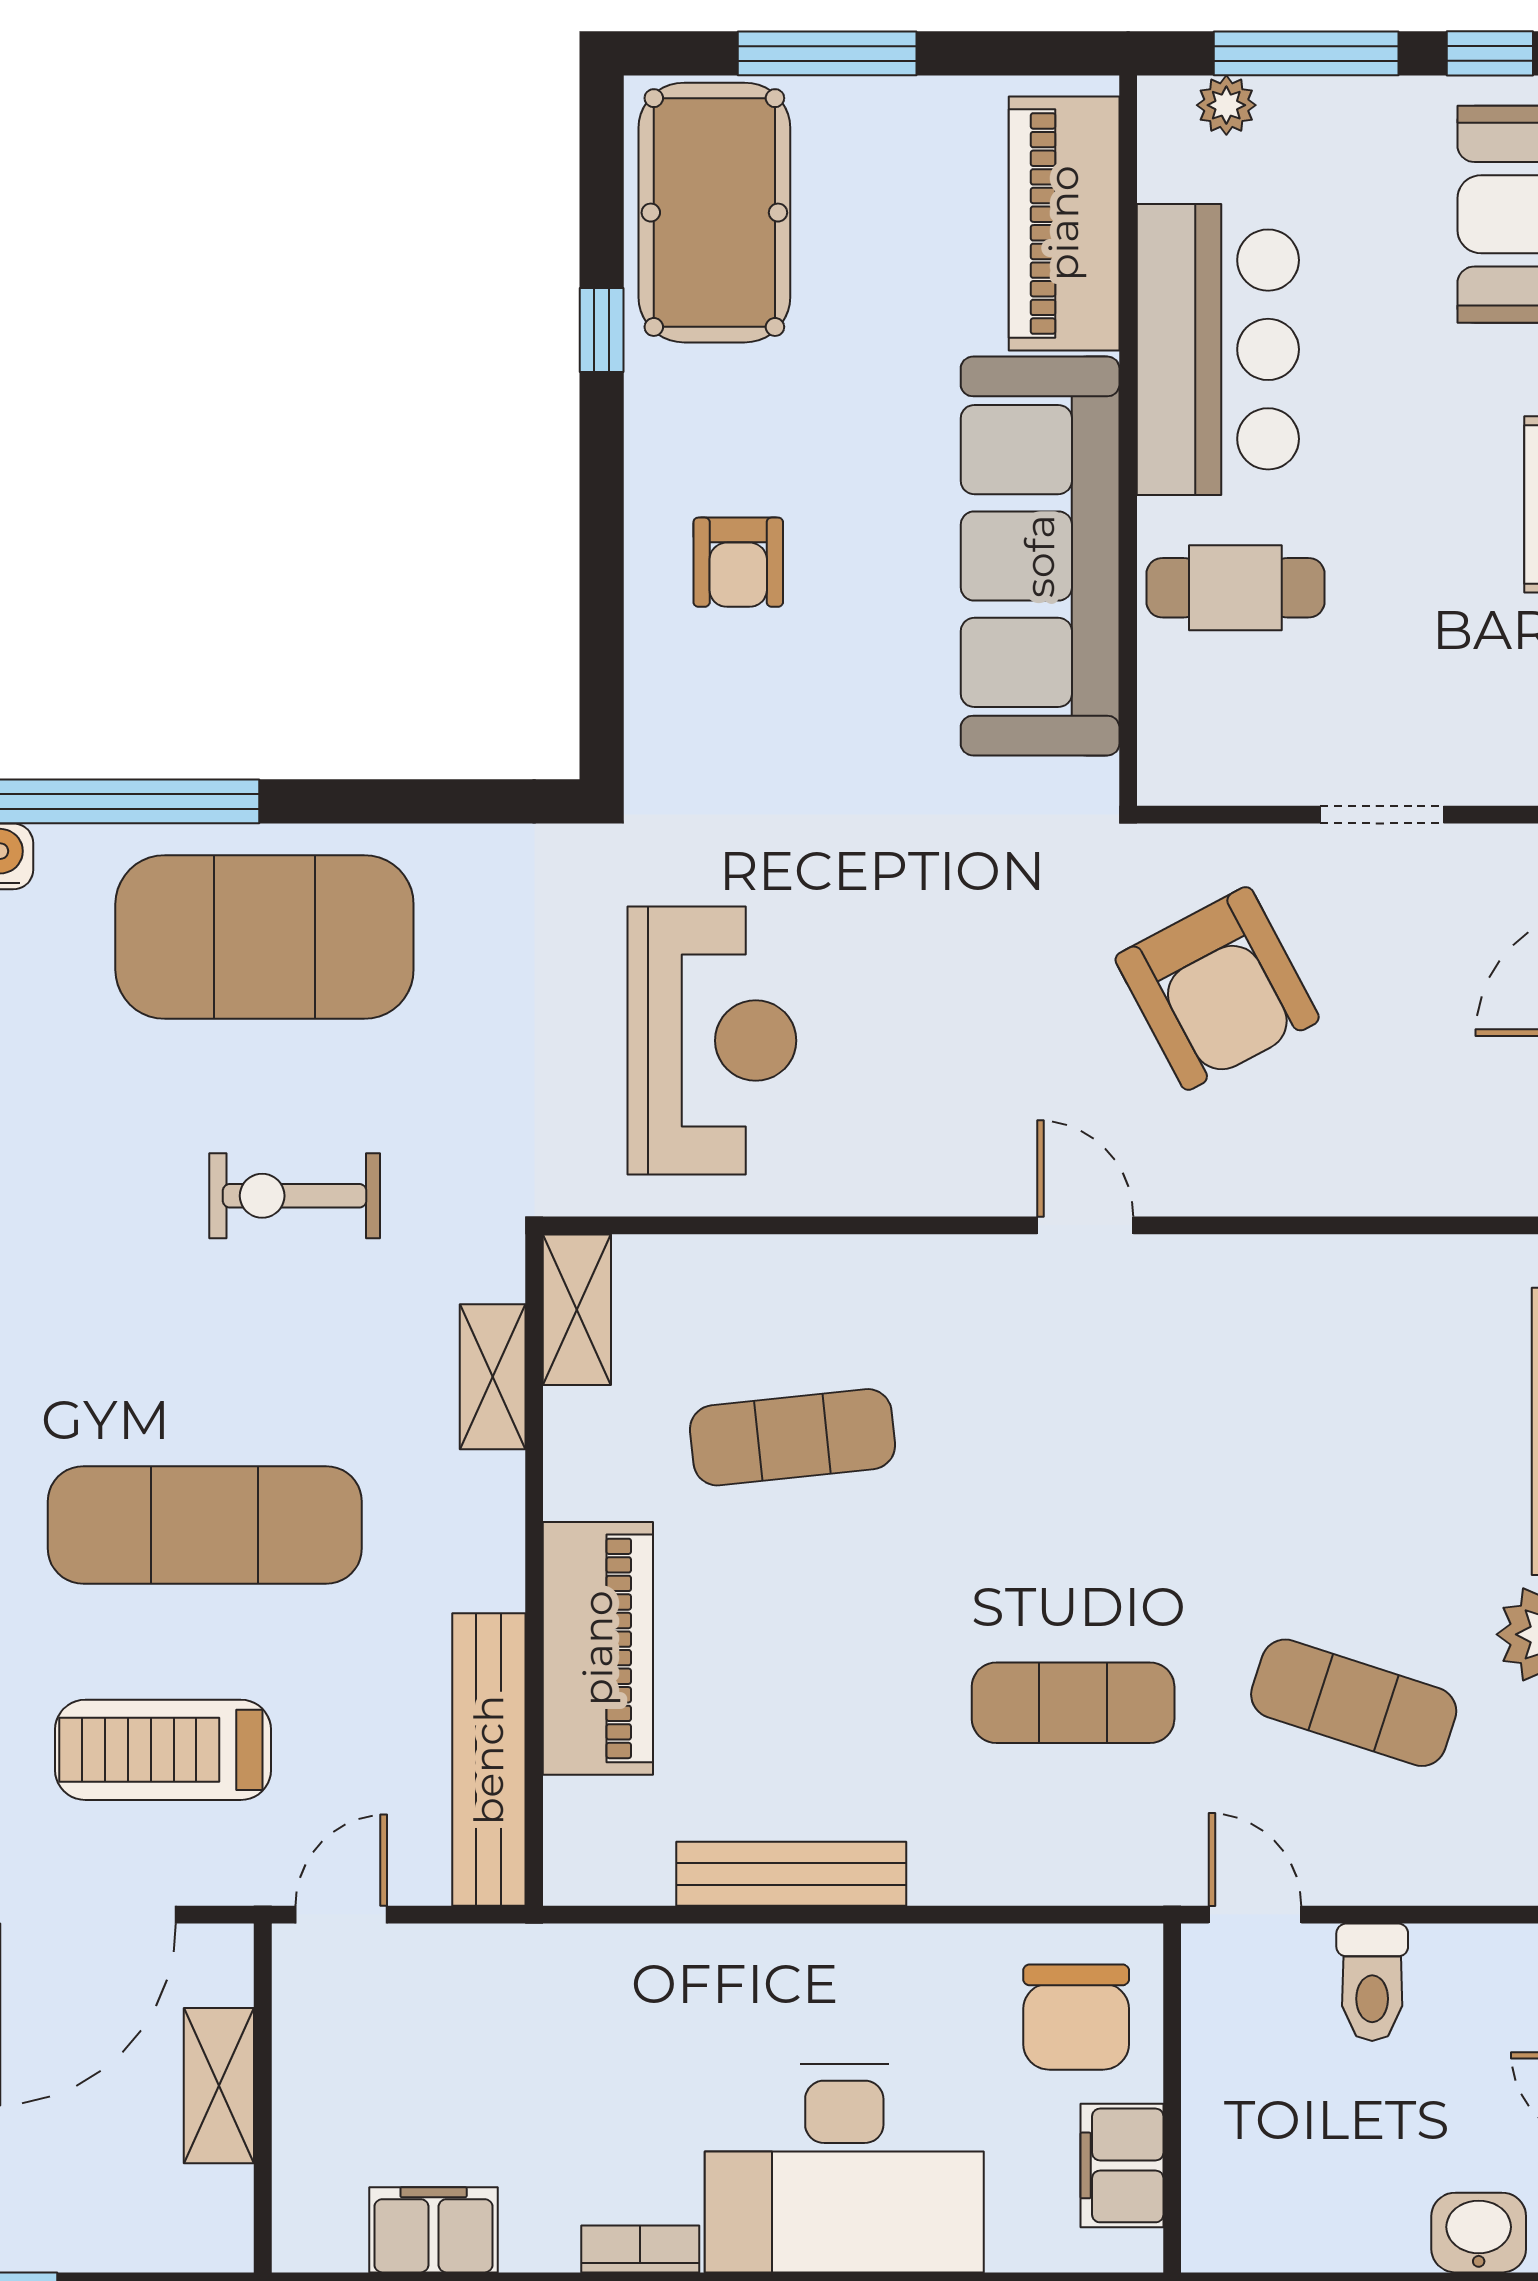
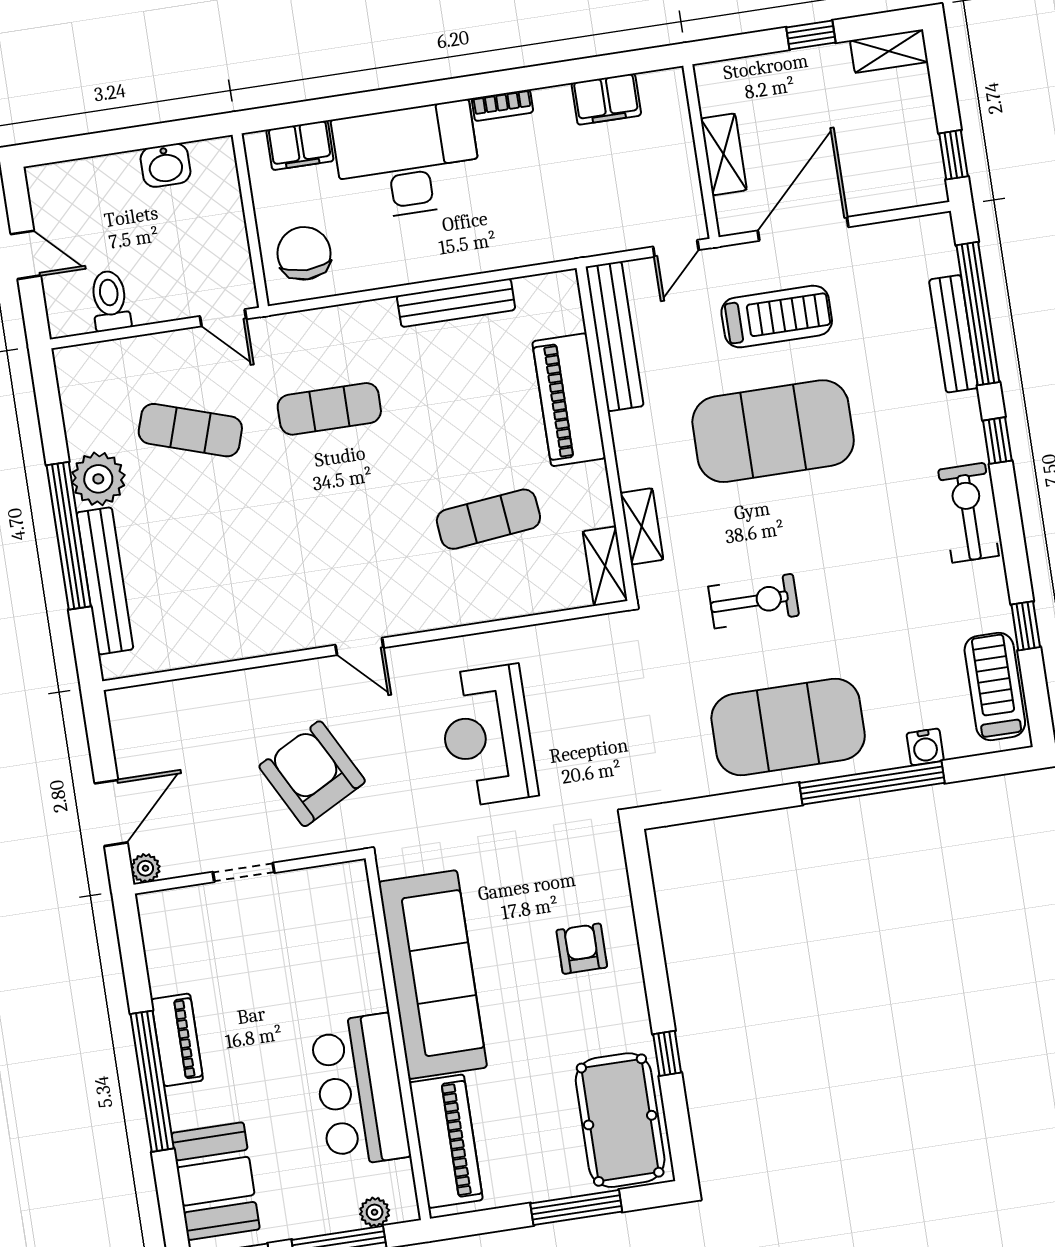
cafe table: (1235, 588) -> (333, 974), removed
reception desk: (712, 1041) -> (487, 736), moved
exercise mat: (205, 1525) -> (773, 431), width x1.47
toilet: (1372, 1982) -> (110, 301), moved
filing cabinet: (1122, 2165) -> (300, 145), moved, turned 90
washbasin: (1479, 2233) -> (166, 165), moved

